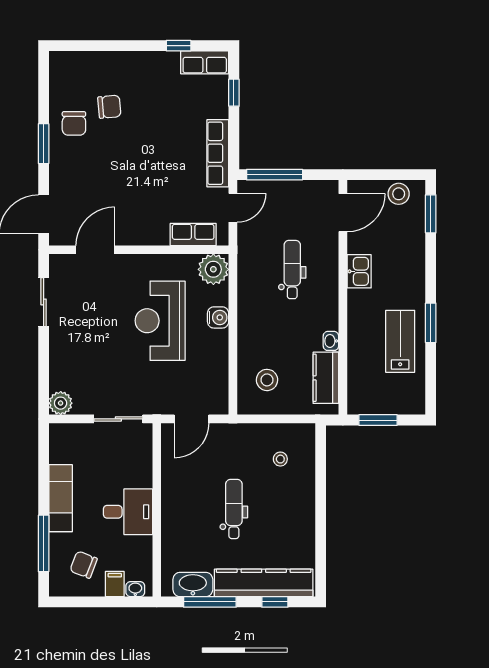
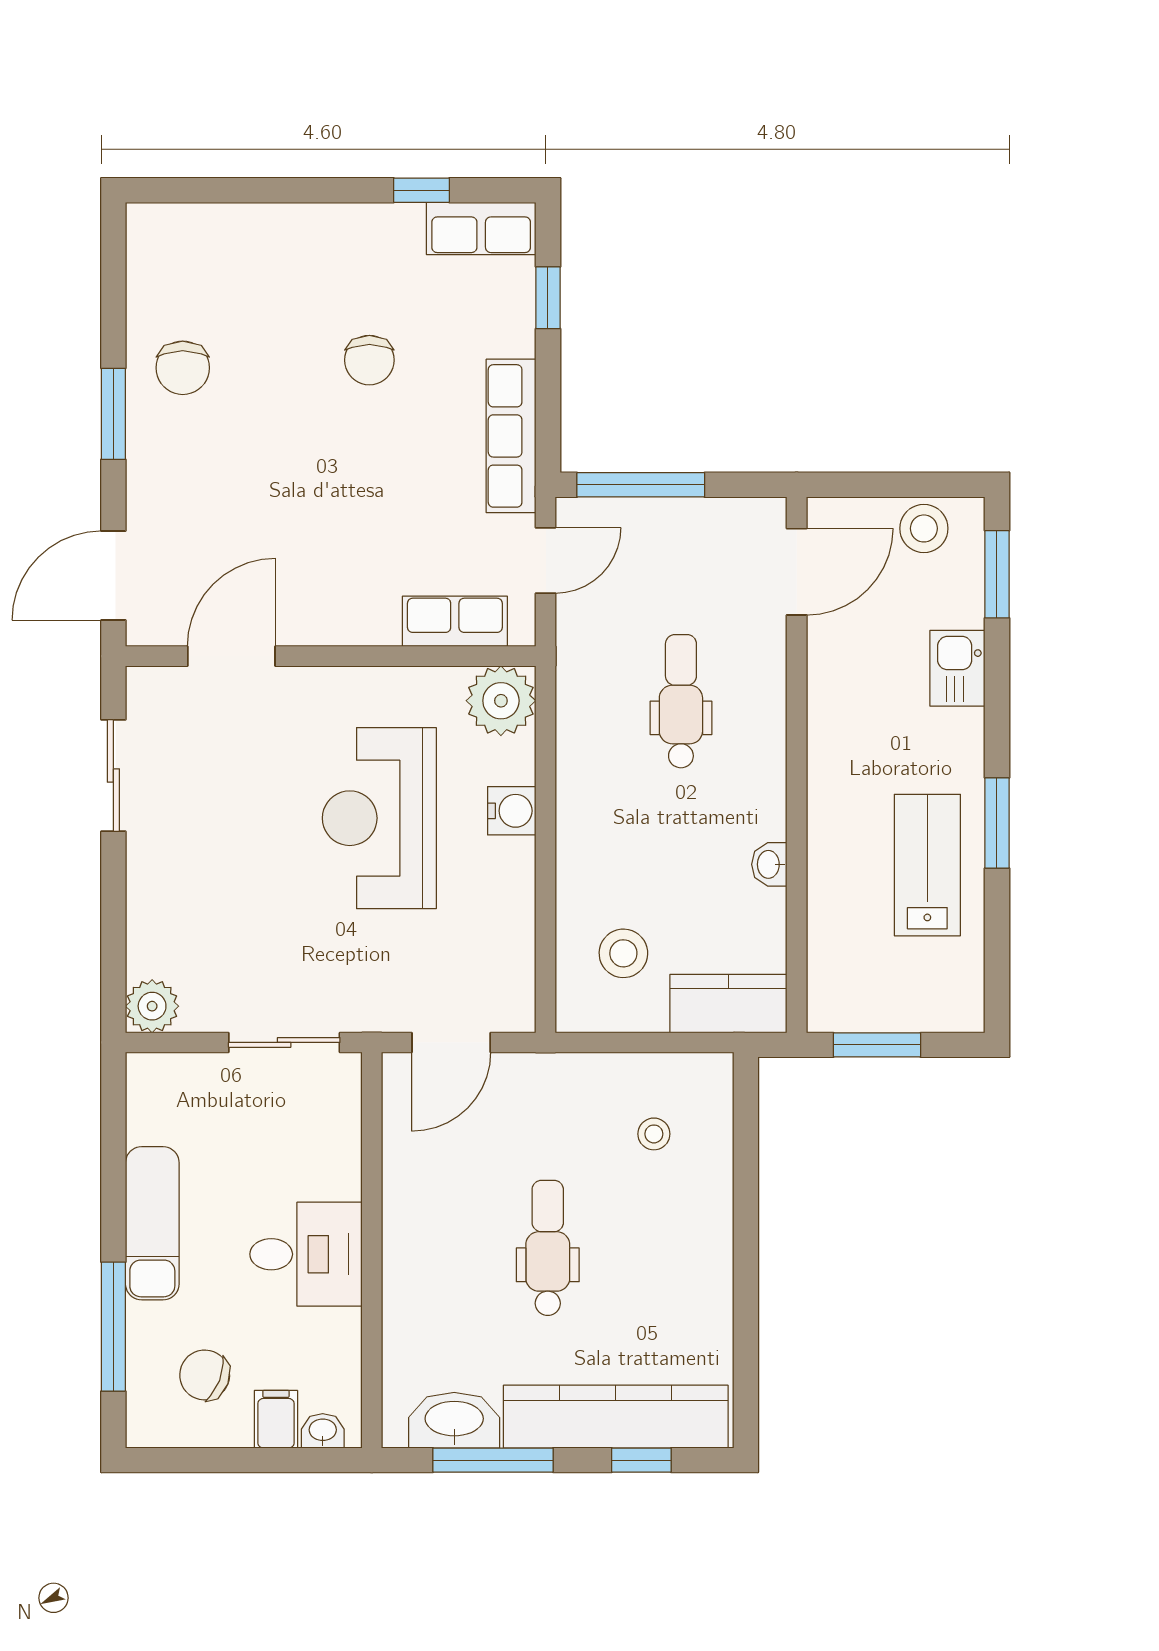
chair: (109, 107) -> (369, 360), moved, turned 95
kitchen sink: (359, 271) -> (957, 668), moved, turned 180
kitchen counter: (326, 378) -> (728, 1004), moved, turned 90

